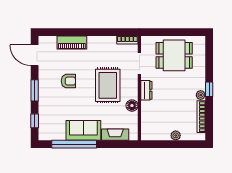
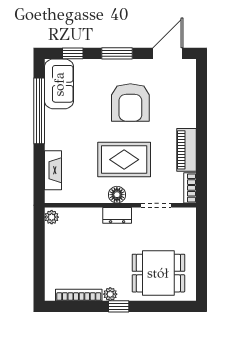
piano: (72, 42) -> (186, 150), moved
dining table: (174, 55) -> (158, 273), moved, turned 90
armchair: (68, 81) -> (130, 102), width x1.88, depth x1.88
floor lamp: (132, 106) -> (117, 195), moved
sofa: (83, 130) -> (59, 84), moved
plant: (176, 135) -> (52, 217), moved

